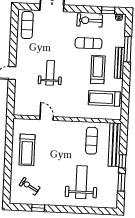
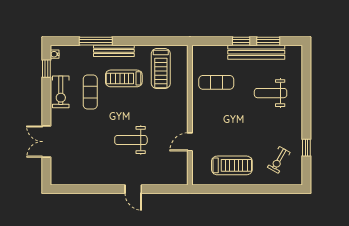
exercise mat: (27, 25) -> (70, 173), removed
bench: (115, 145) -> (256, 52), moved
weight bench: (81, 182) -> (271, 93), width x0.73, depth x0.75

